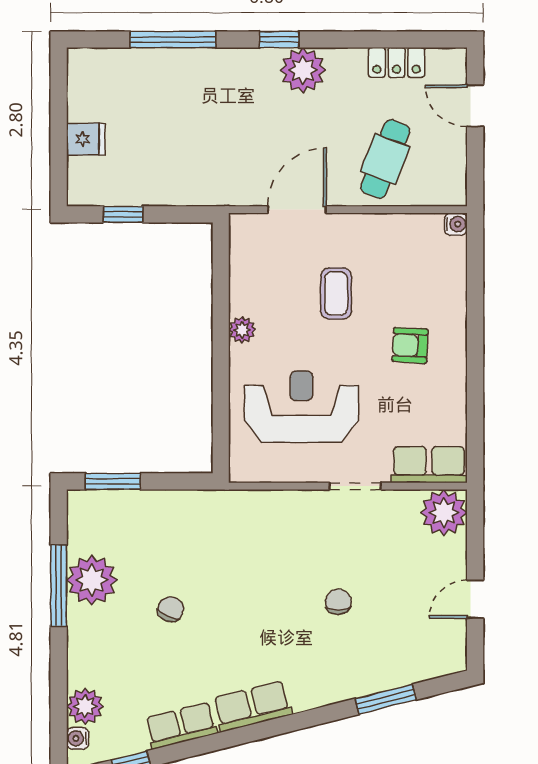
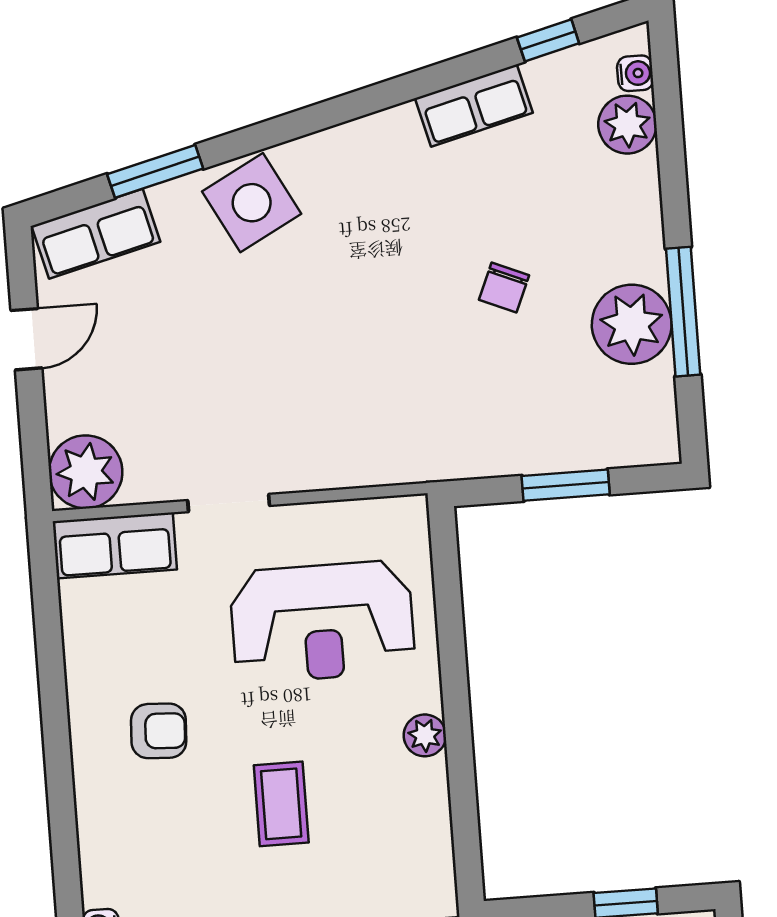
window: (113, 481) -> (566, 485), moved
chair: (338, 602) -> (241, 319), removed
side table: (326, 675) -> (252, 203), added
row of seats: (252, 706) -> (96, 234), moved

